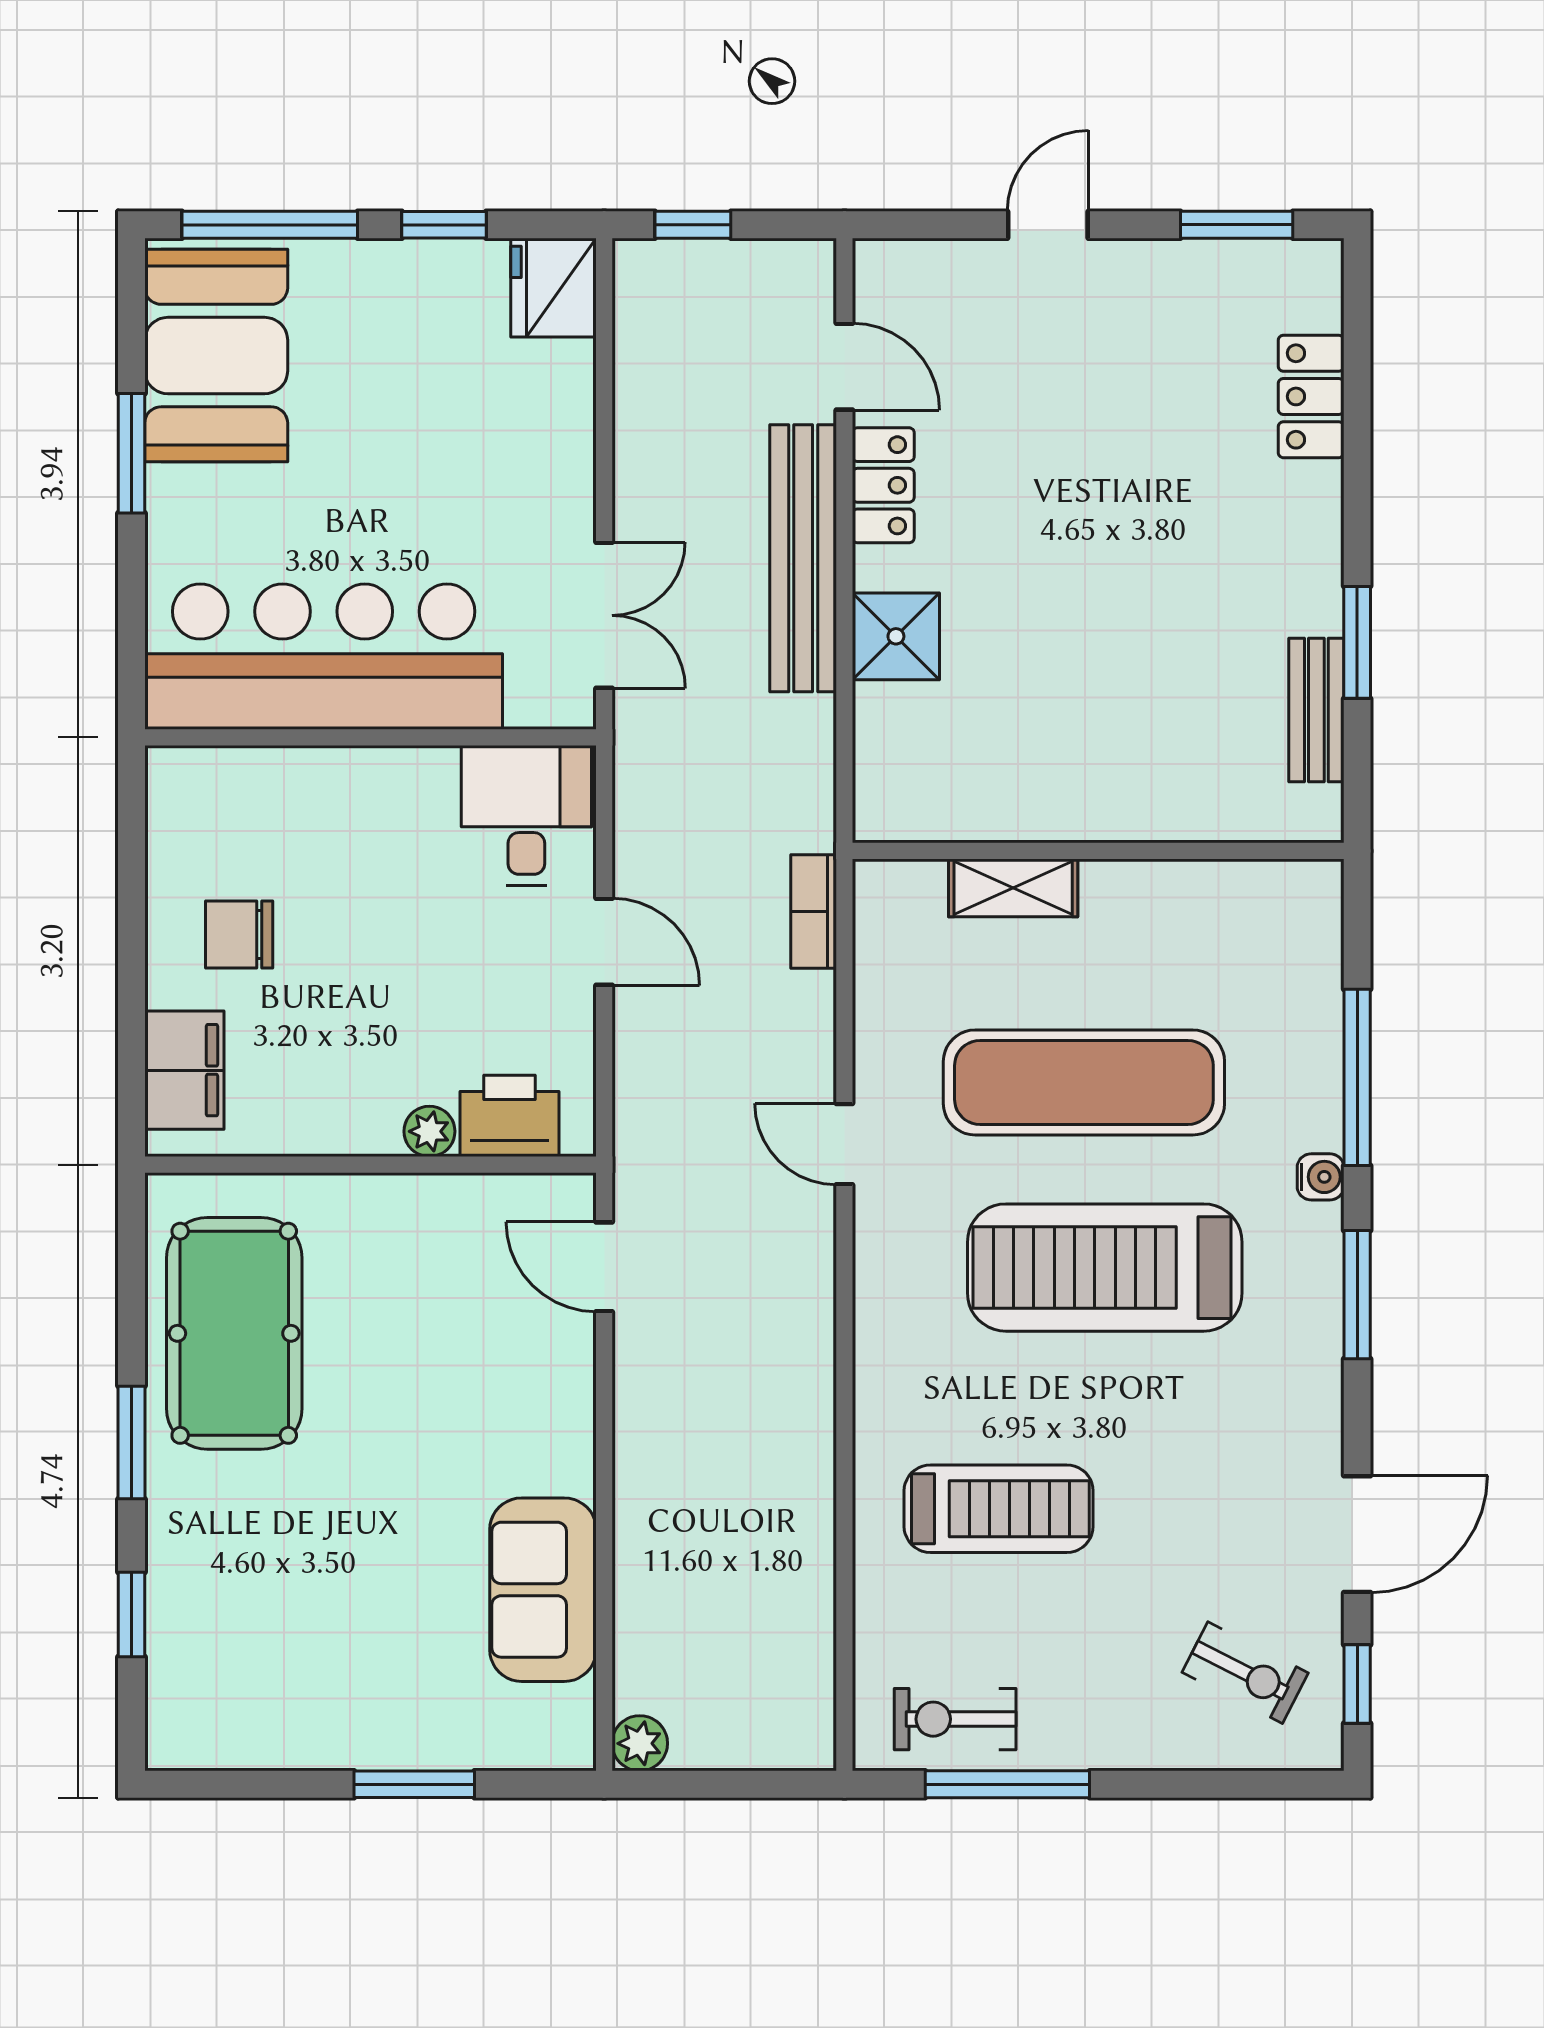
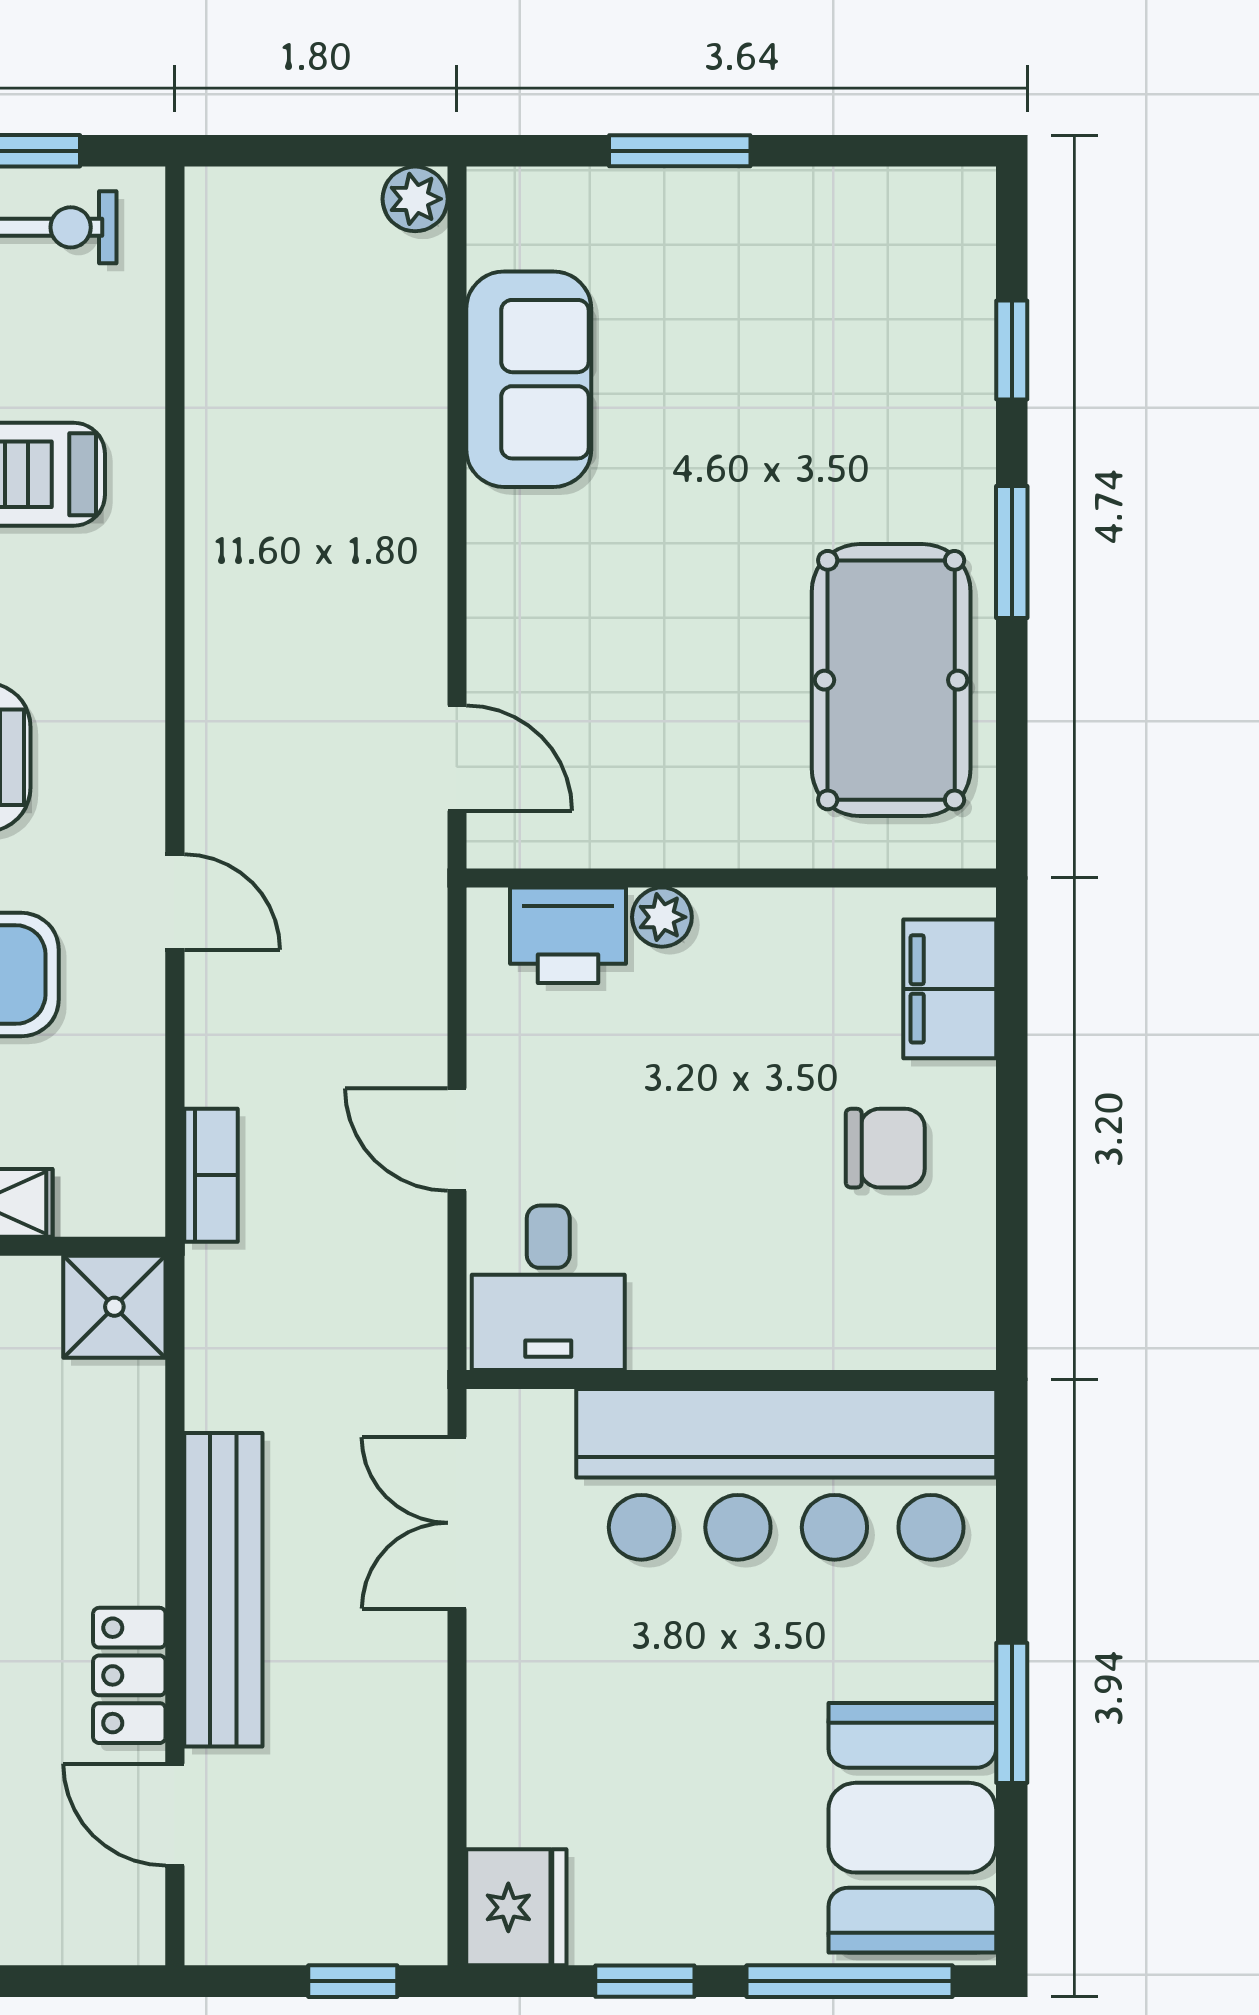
shower: (896, 636) -> (114, 1307), moved

